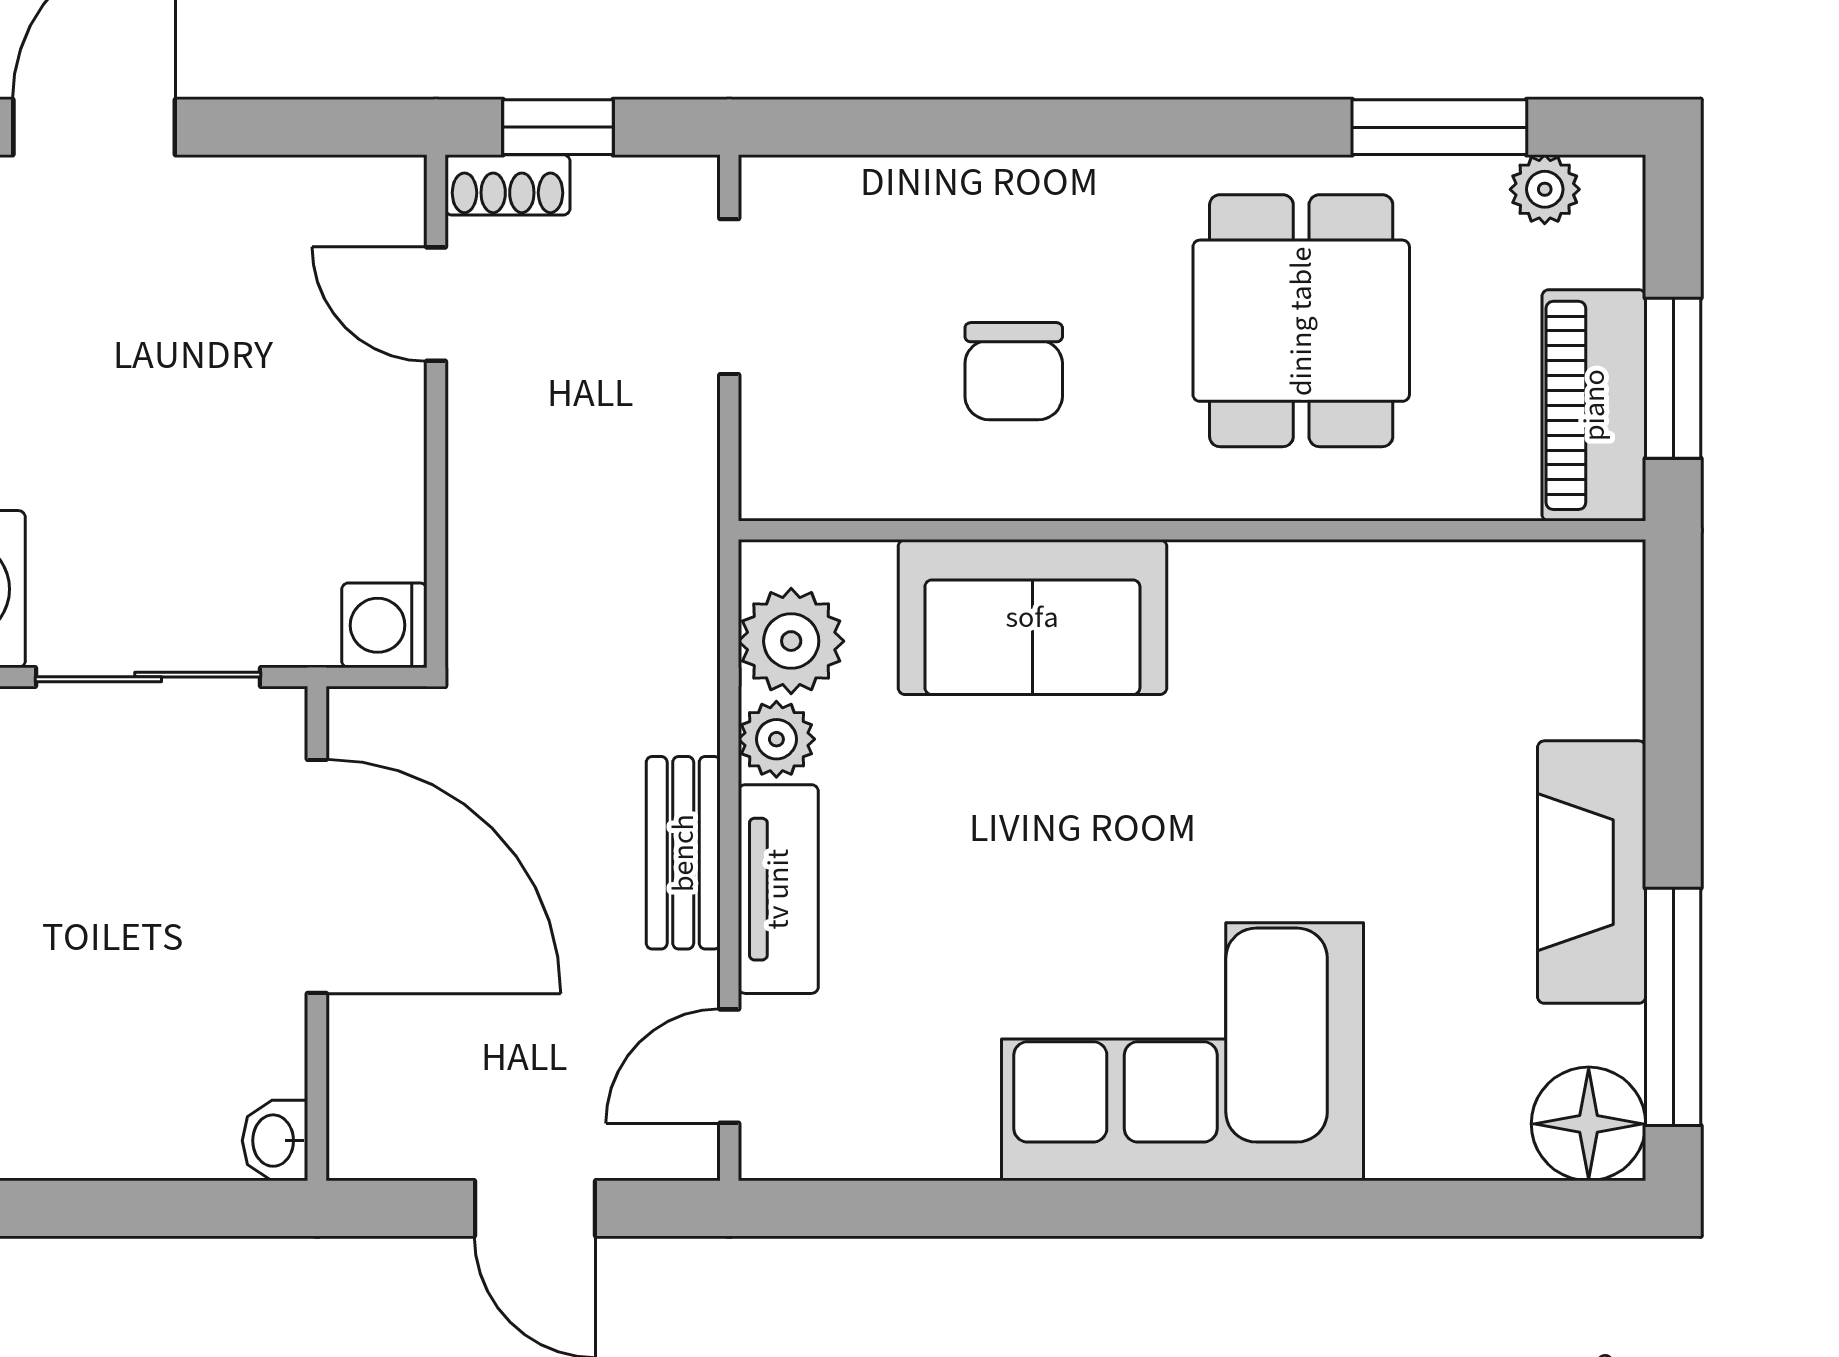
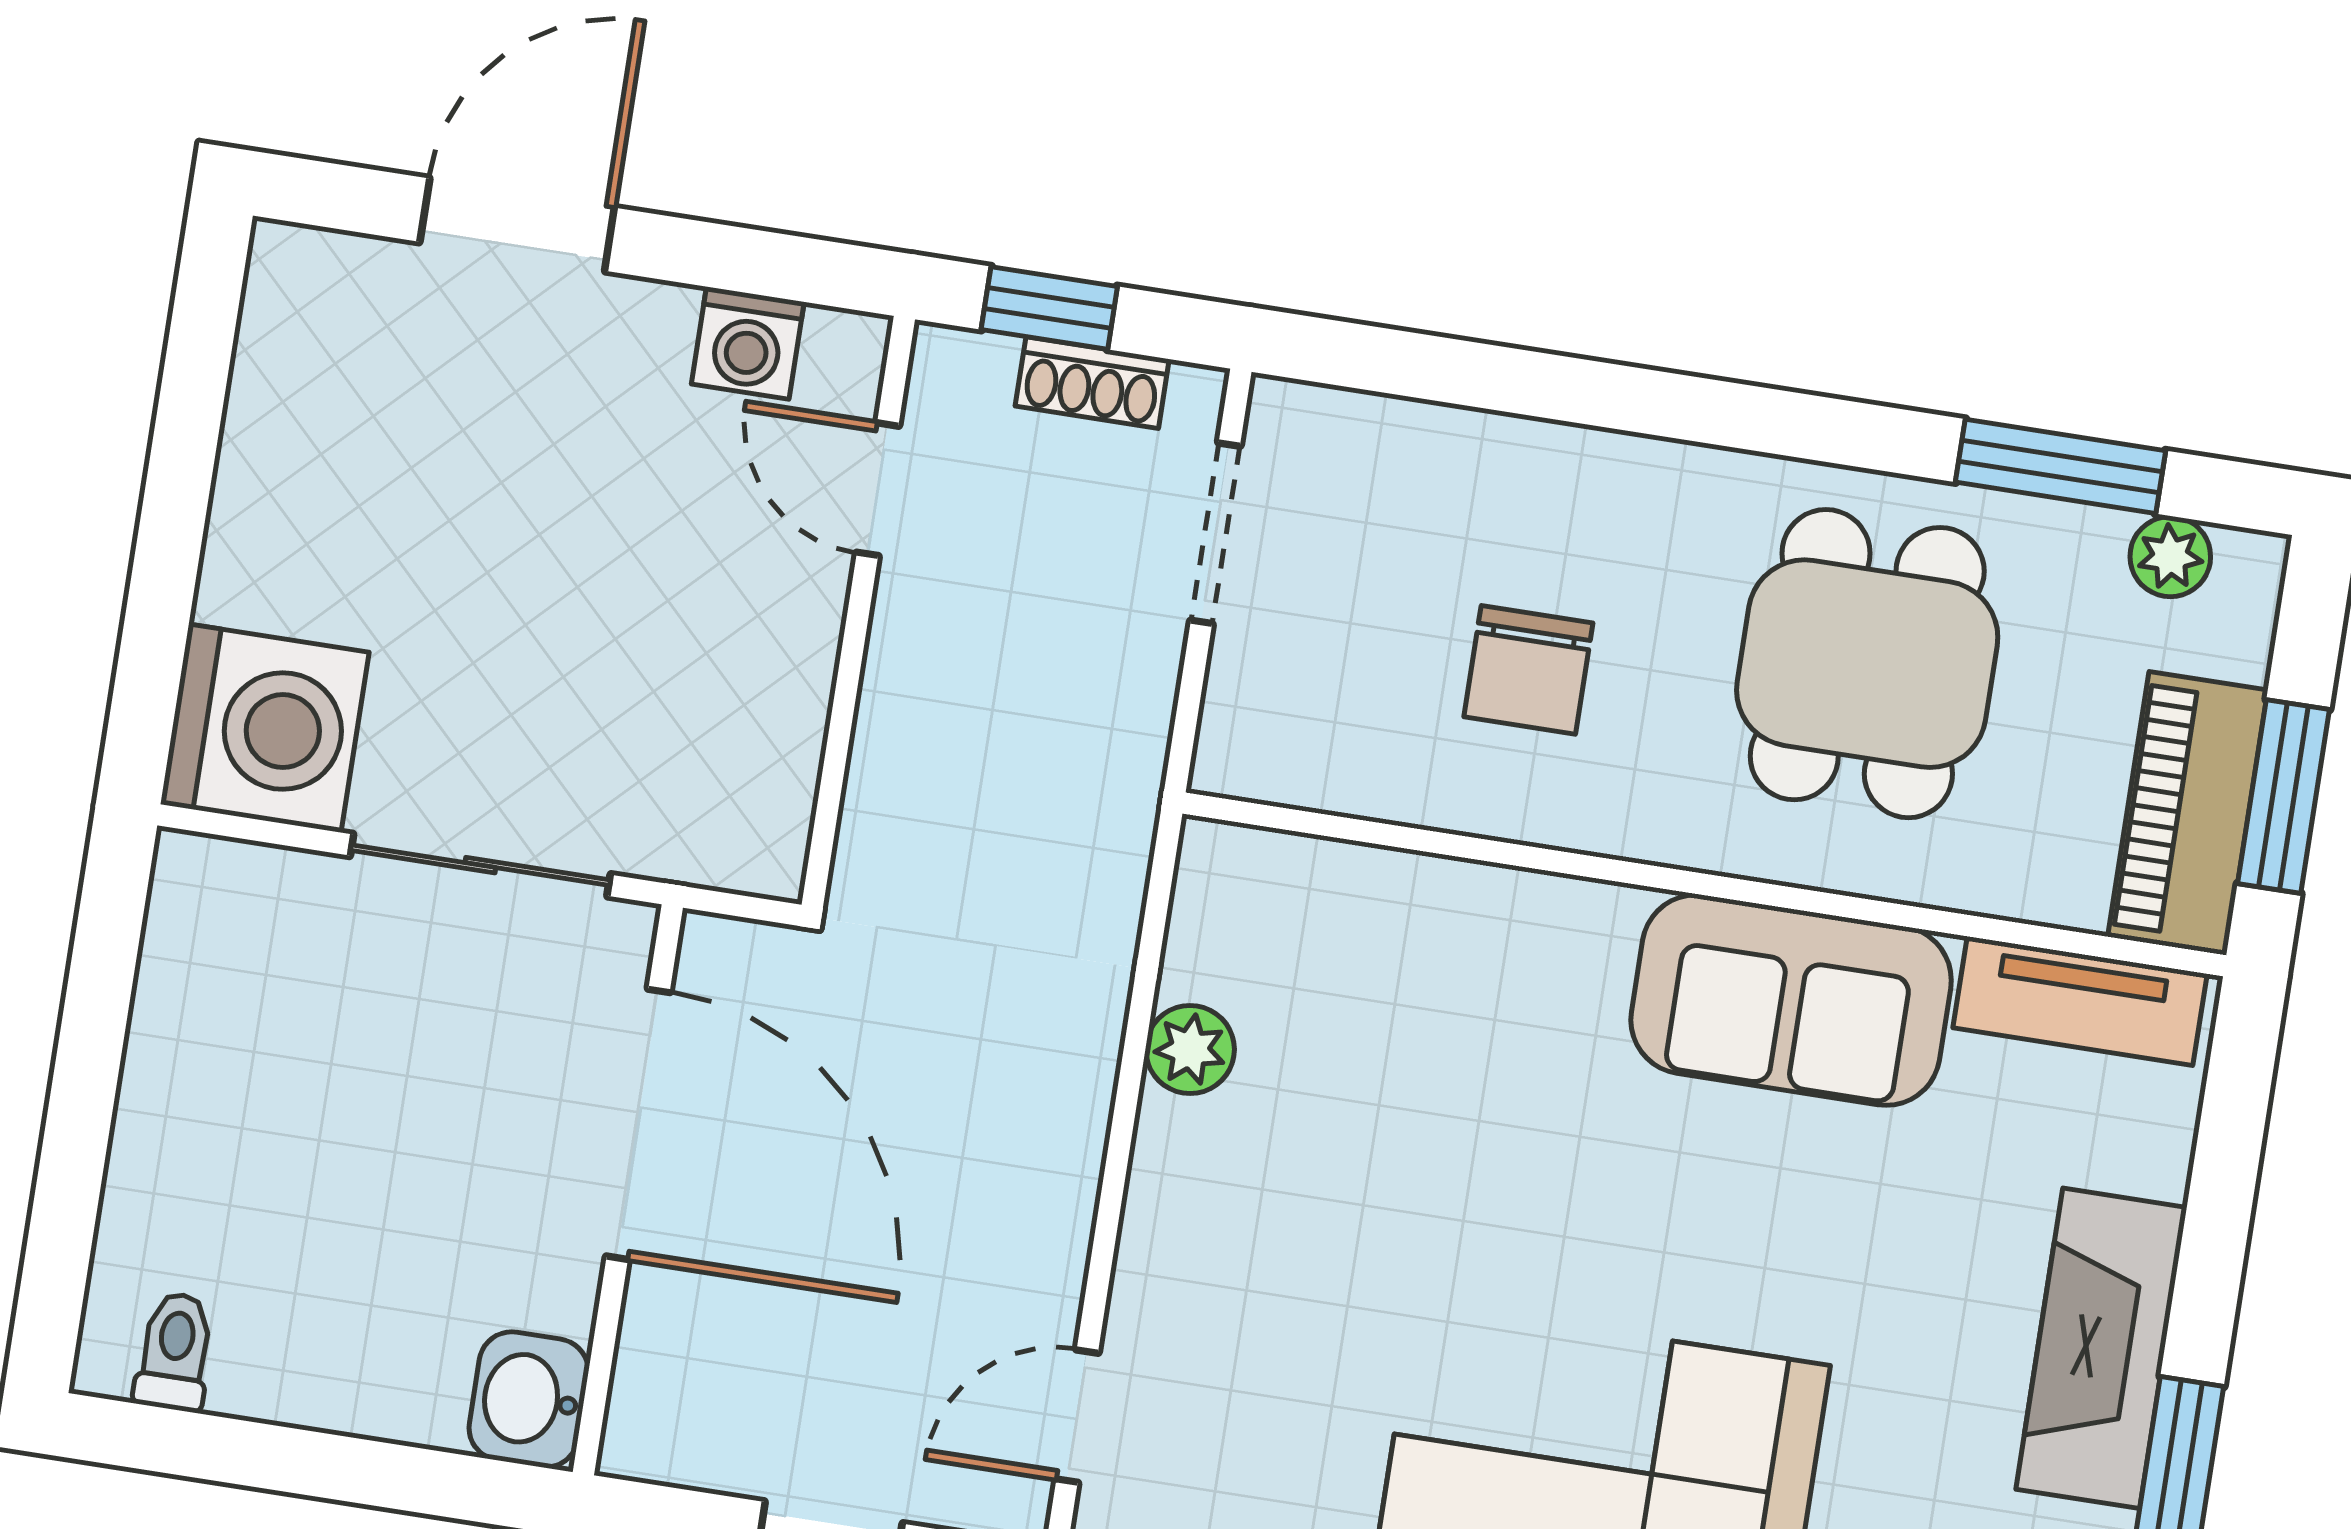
shoe rack: (507, 185) -> (1092, 383), moved
sofa: (1032, 617) -> (1791, 1000), moved
washing machine: (384, 625) -> (748, 343), moved, turned -90
plant: (791, 641) -> (1225, 939), removed
bench: (683, 853) -> (1063, 1163), removed
tv unit: (778, 889) -> (2080, 1001), moved, turned 90
washbasin: (275, 1141) -> (529, 1400), width x1.38, depth x1.45

